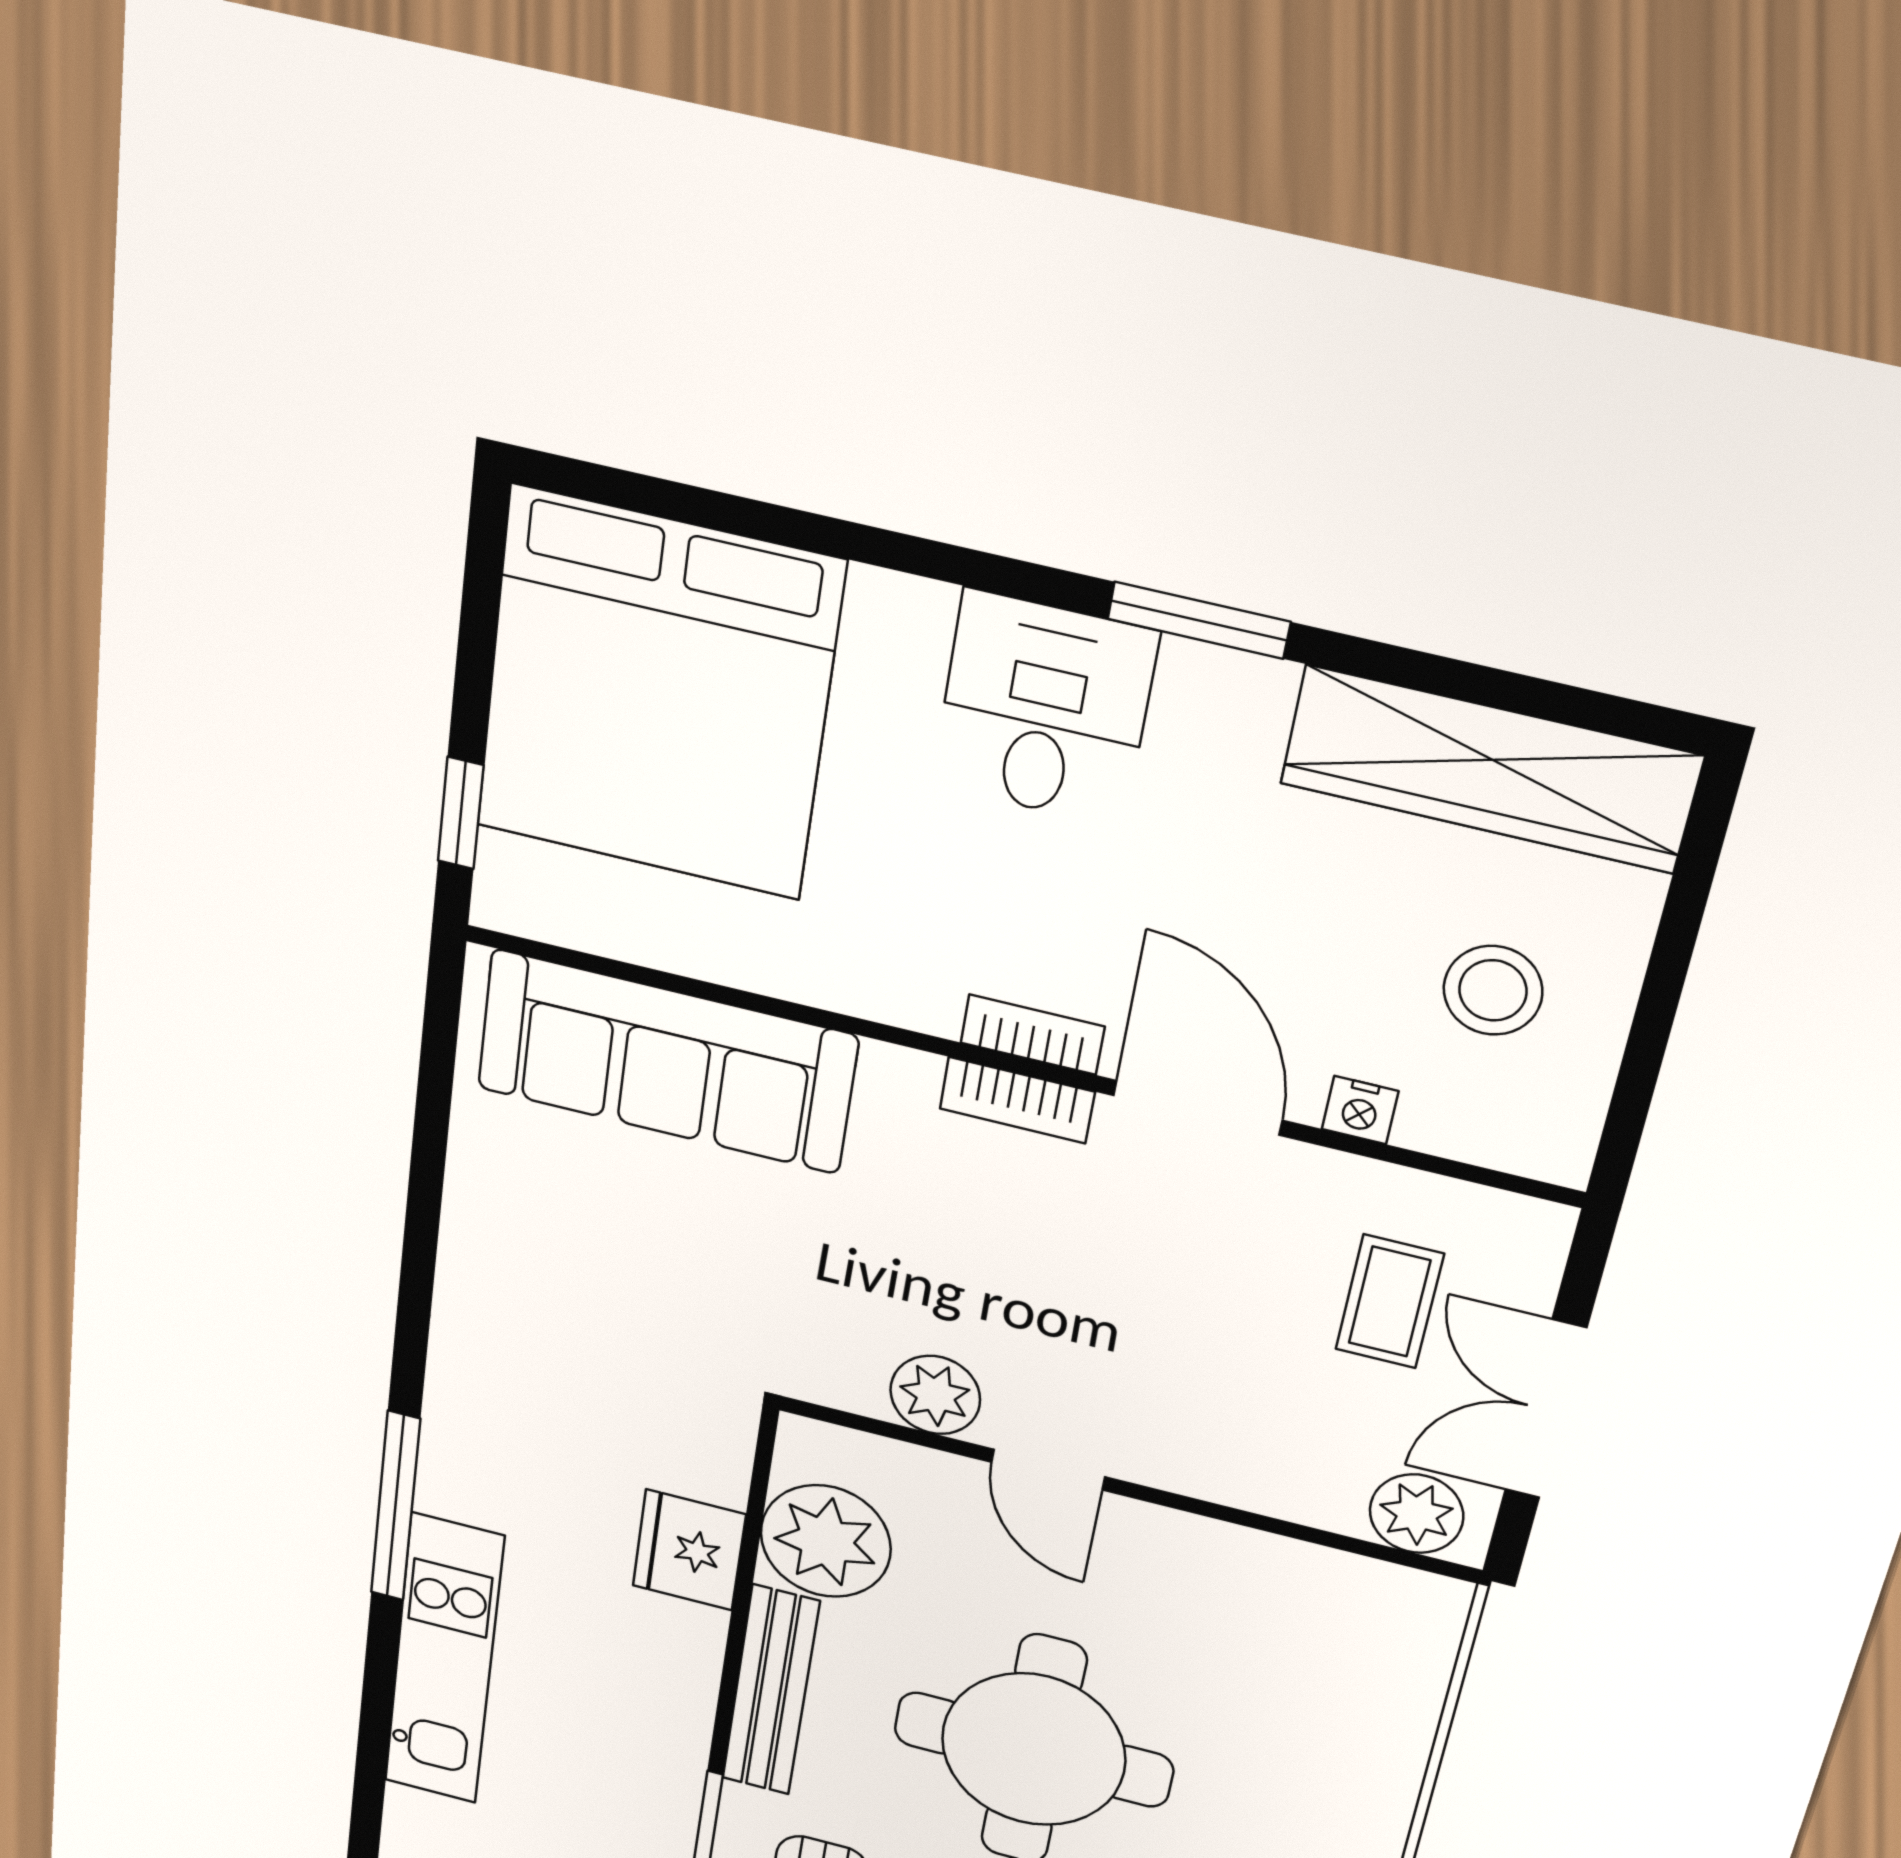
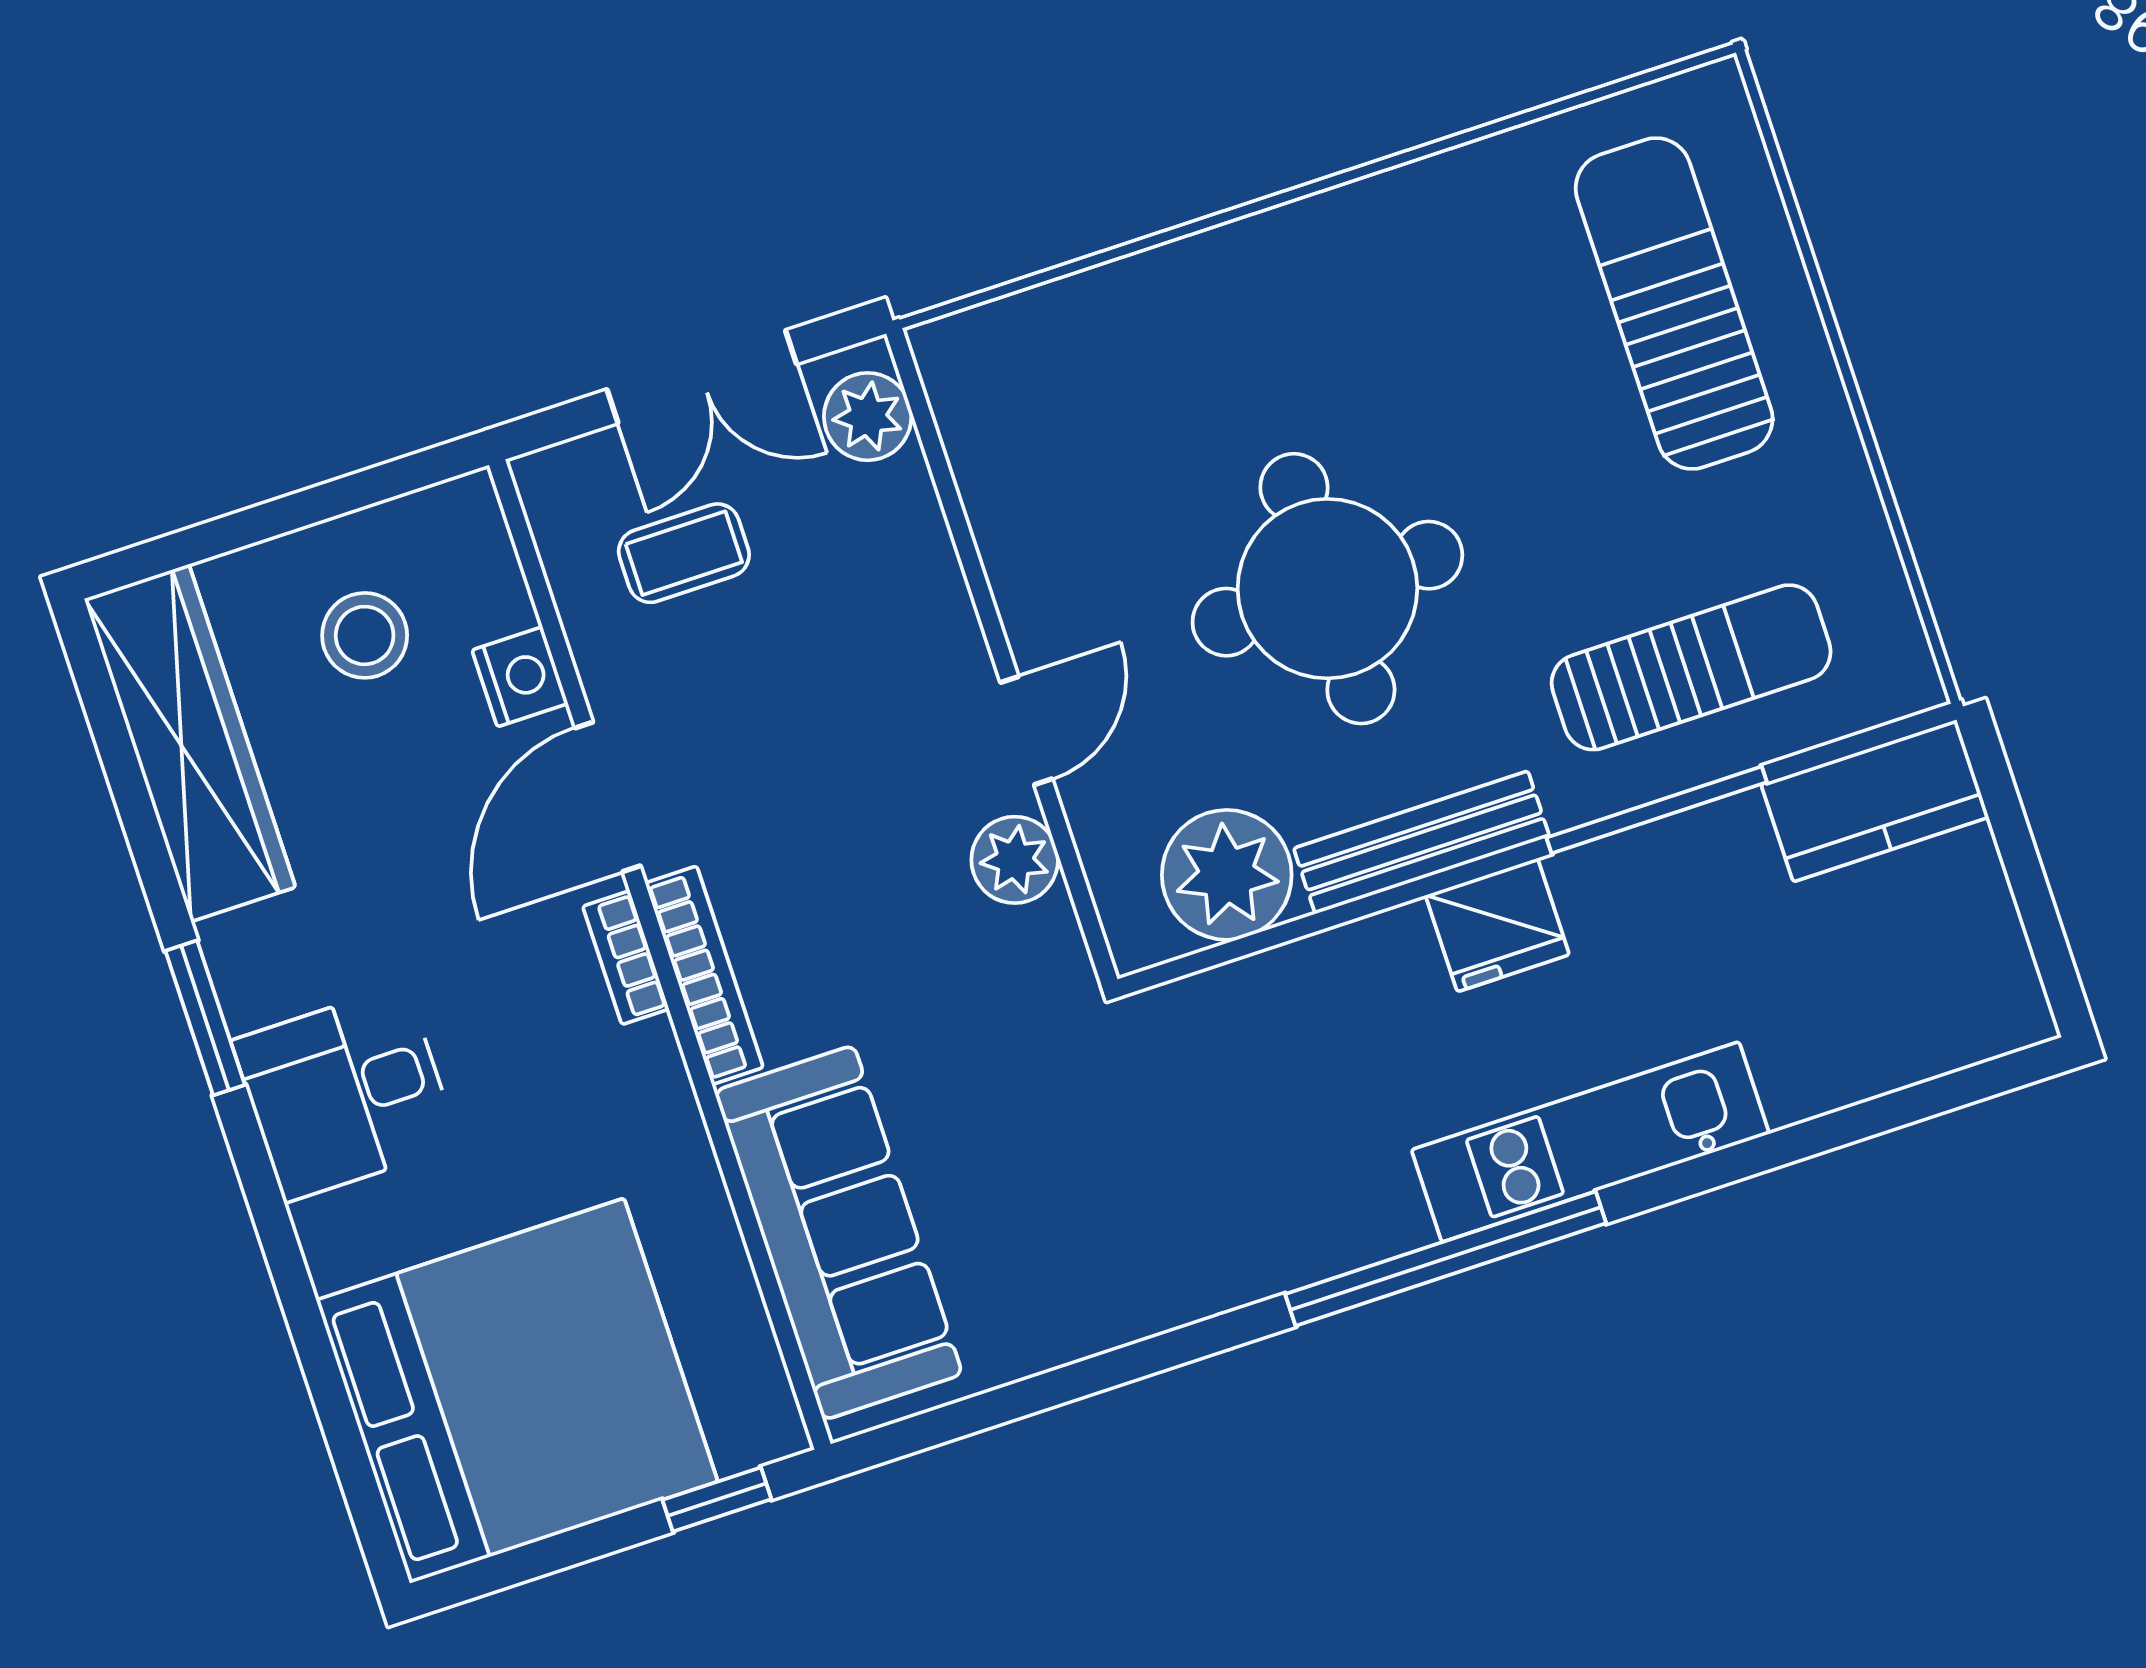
bookcase: (1017, 1100) -> (704, 975), width x1.56
nightstand: (1360, 1110) -> (520, 677), width x1.39, depth x1.35
window: (396, 1506) -> (1446, 1259), width x1.46
fridge: (689, 1550) -> (1497, 925), moved

